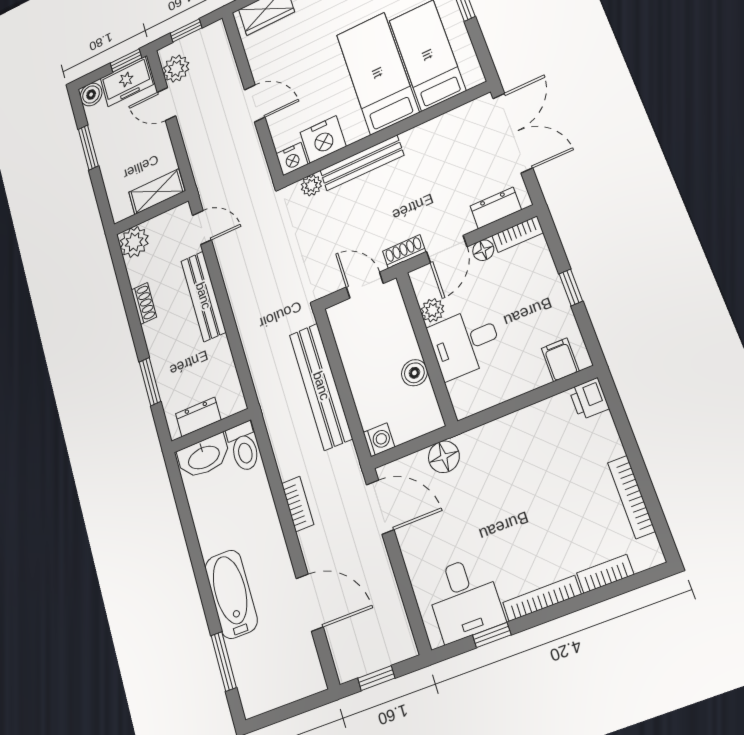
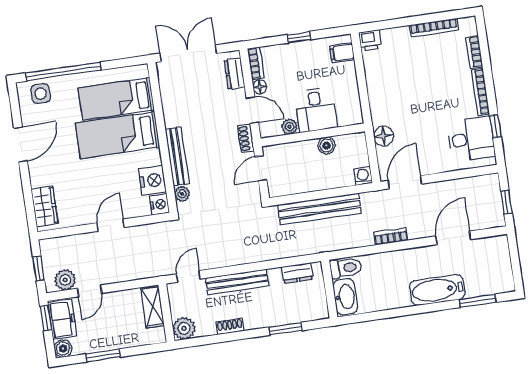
dresser: (198, 417) -> (297, 273), moved, turned -90

